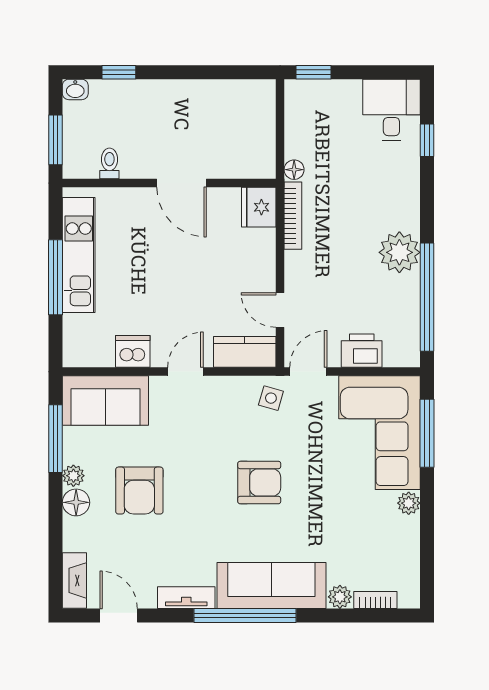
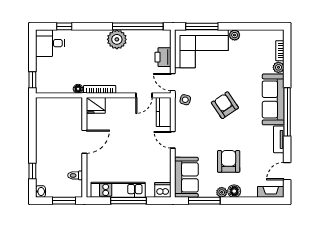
dishwasher: (133, 351) -> (163, 190), moved, turned 90
armchair: (259, 483) -> (225, 105), turned -34
armchair: (139, 491) -> (229, 161), turned -90

